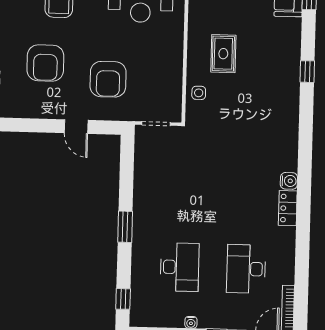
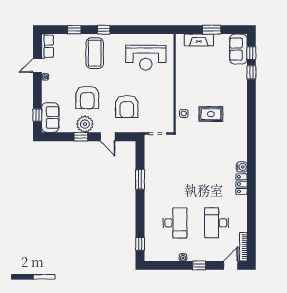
rug: (223, 54) -> (211, 114), moved, turned 90
window: (307, 72) -> (251, 72), moved
plant: (40, 105) -> (85, 124), added
window: (33, 125) -> (81, 137), added
window: (125, 227) -> (140, 179), moved

